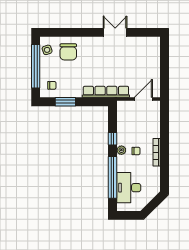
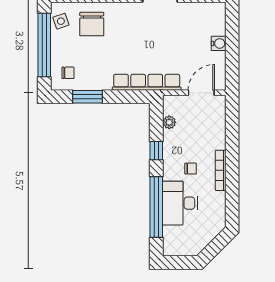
water cooler: (155, 65) -> (219, 43), added
plant: (121, 150) -> (169, 122), moved
desk: (129, 188) -> (180, 203), moved

